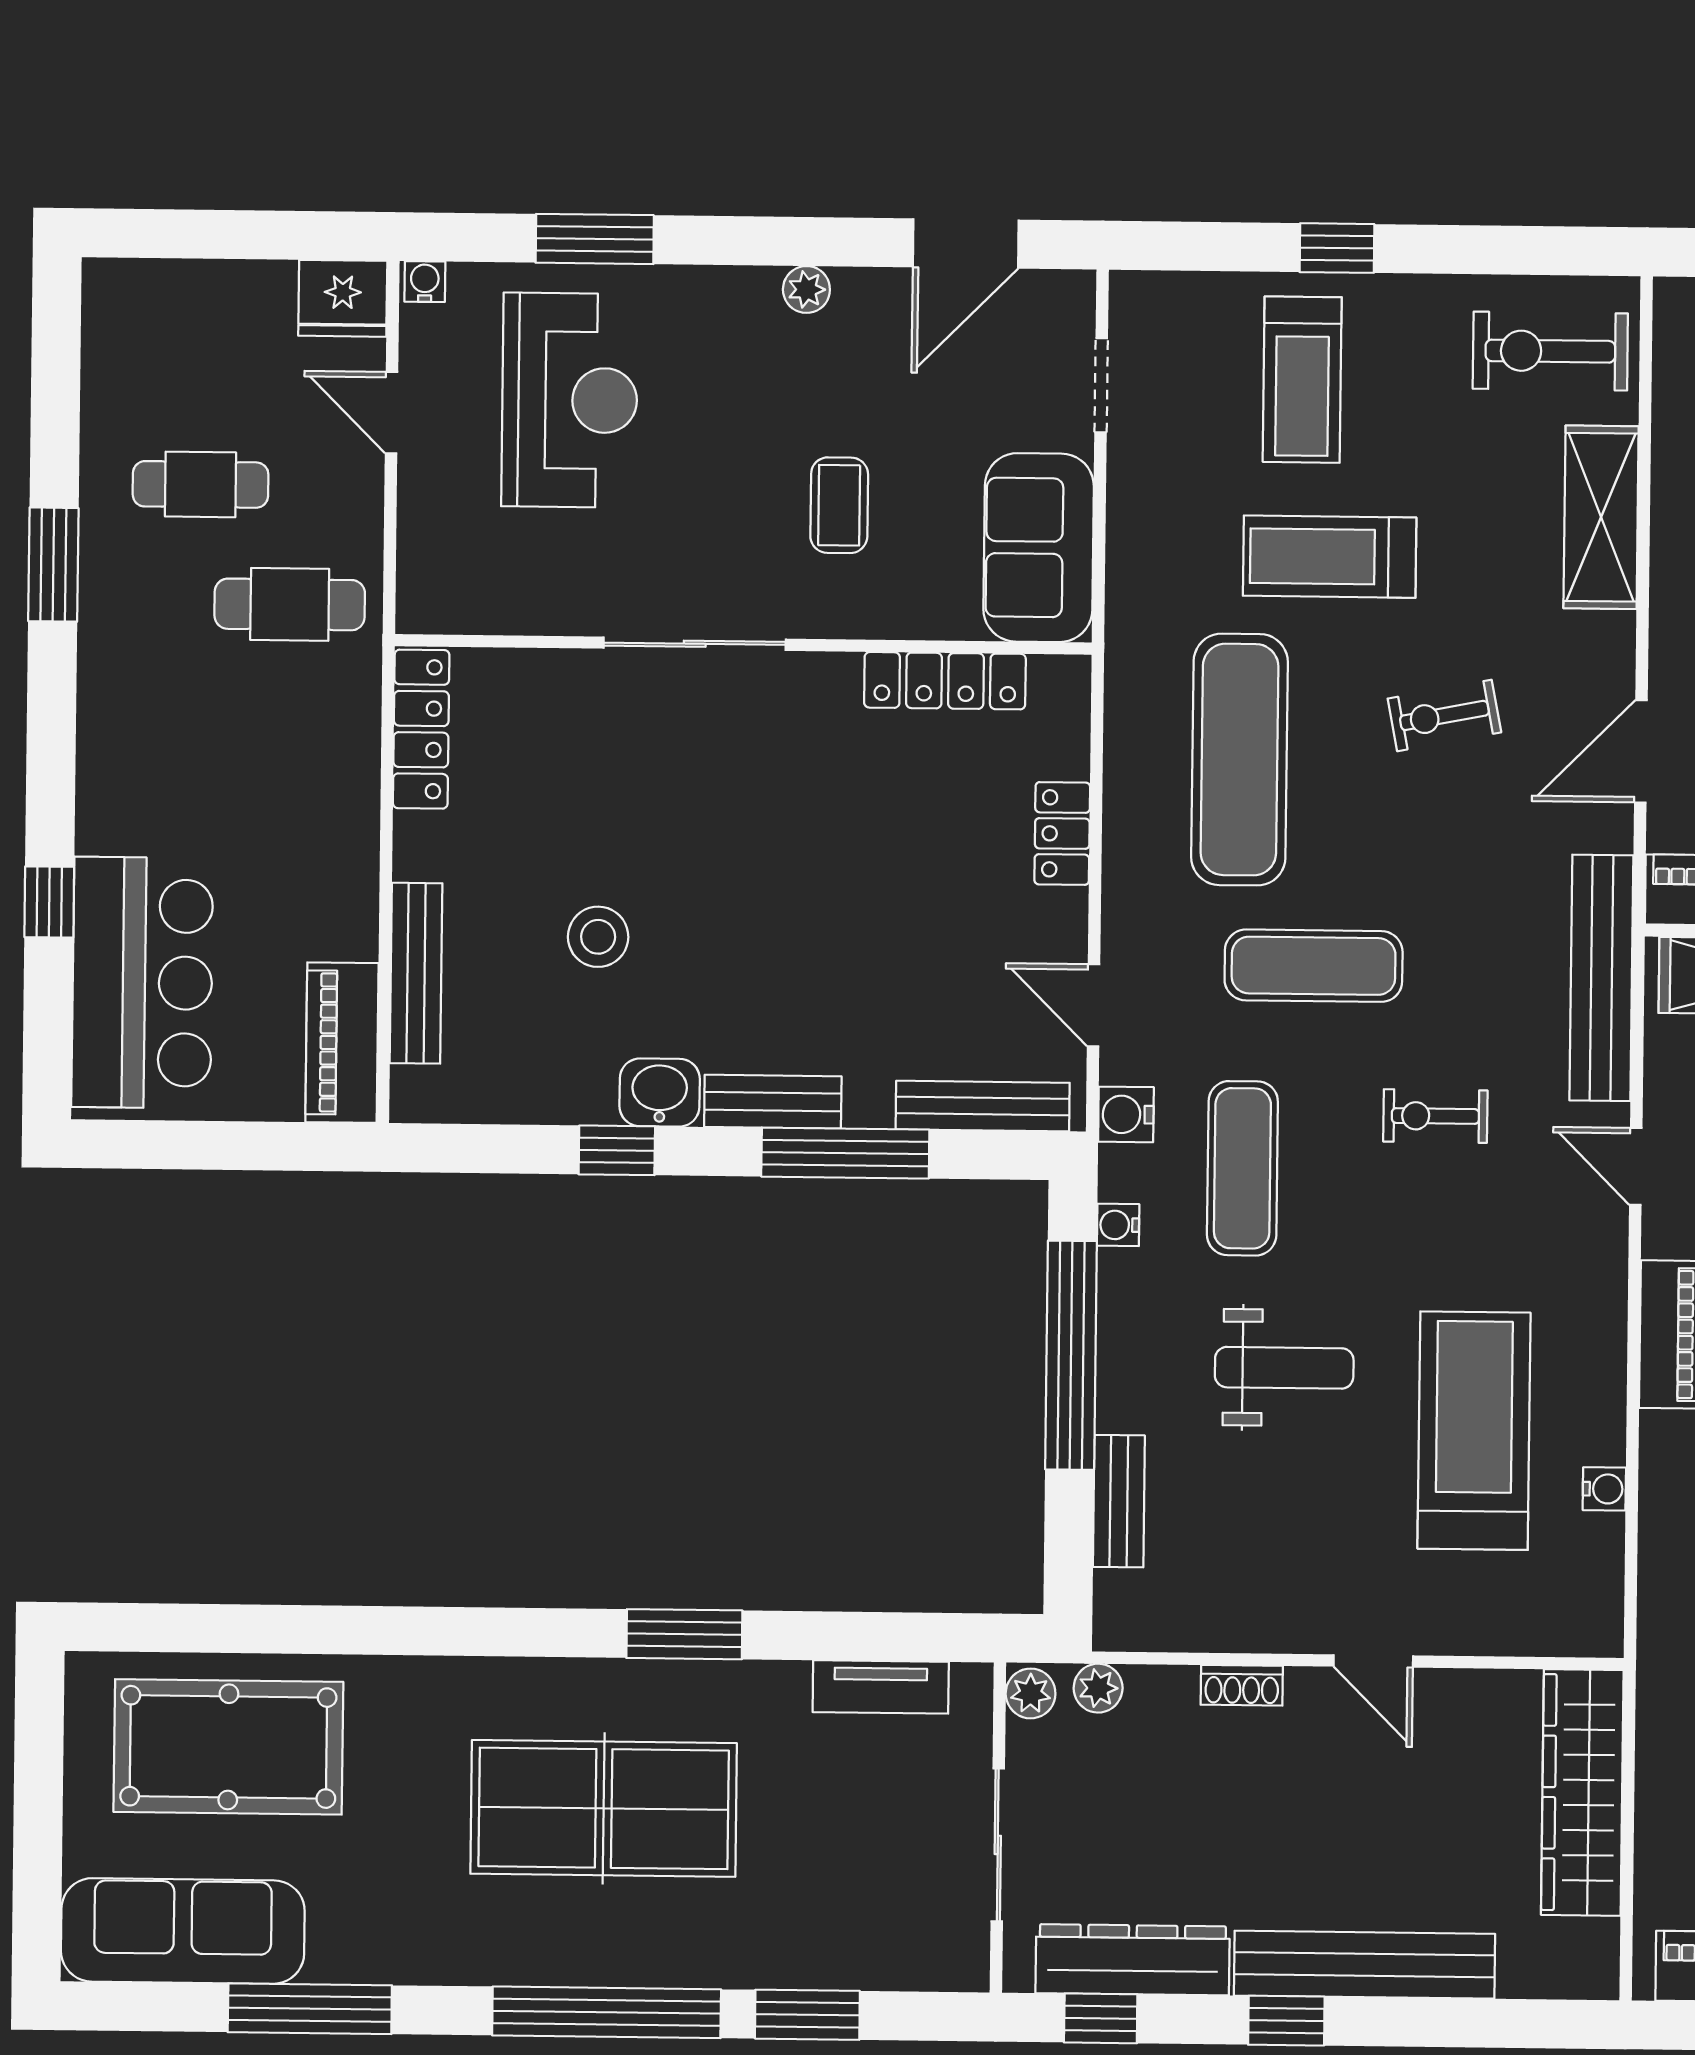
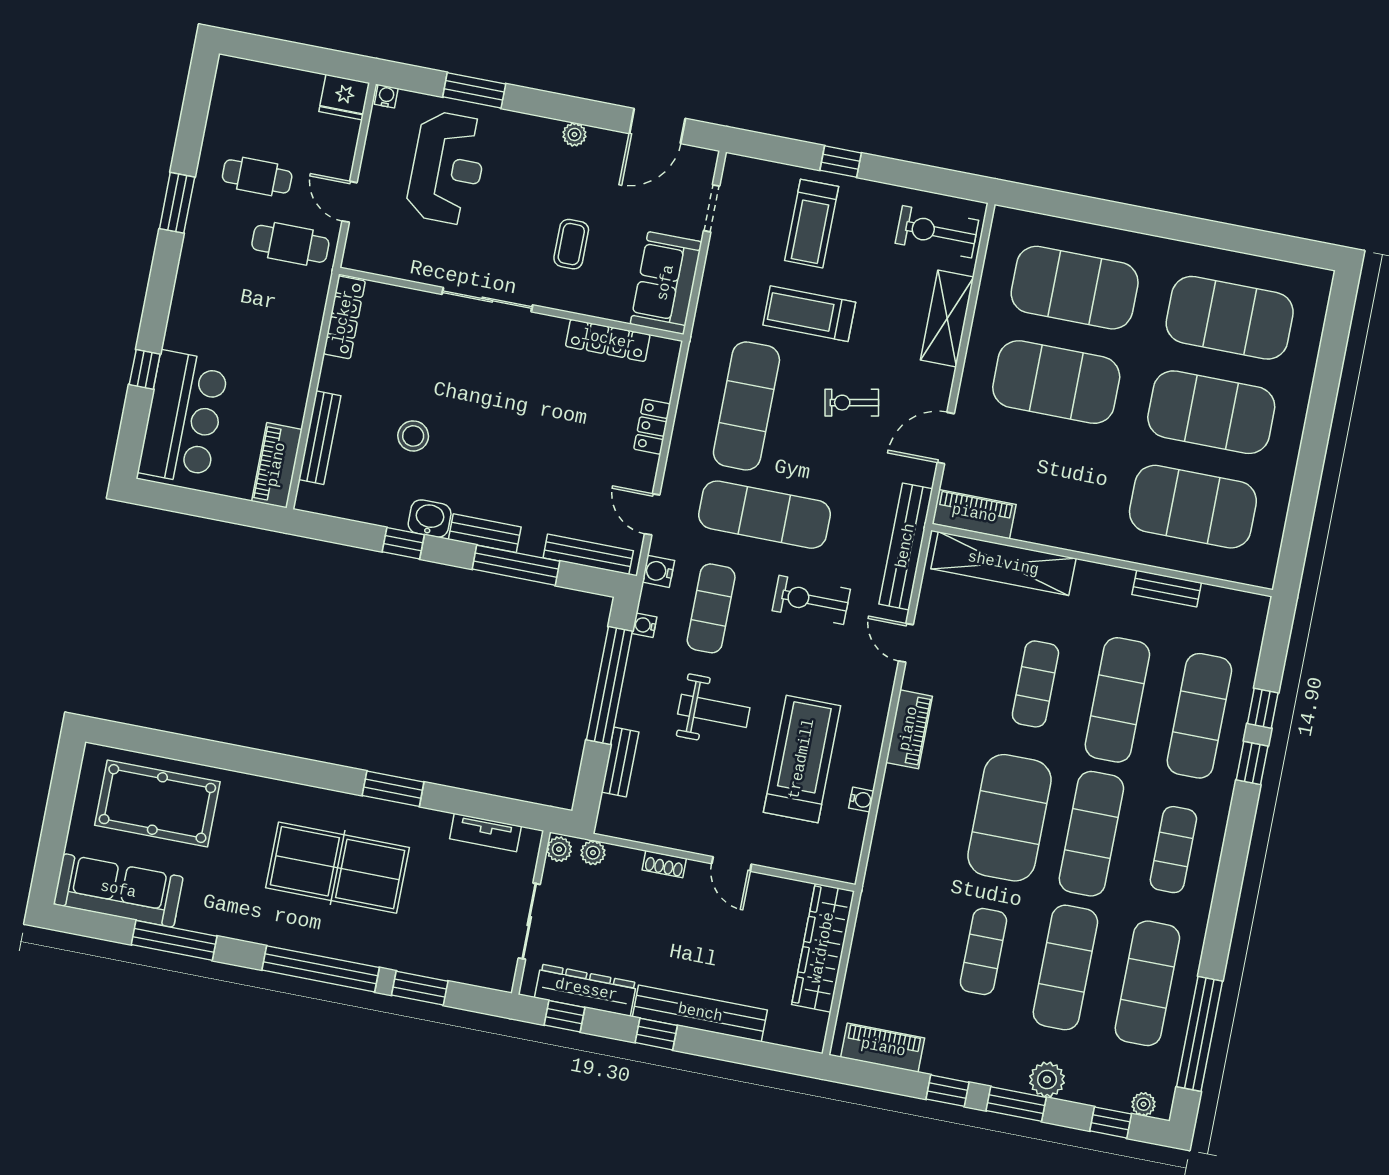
door: (392, 413) -> (350, 202), moved
exercise mat: (1314, 966) -> (764, 515), width x1.36, depth x1.45
exercise bike: (1435, 1116) -> (811, 600), width x1.38, depth x1.39

